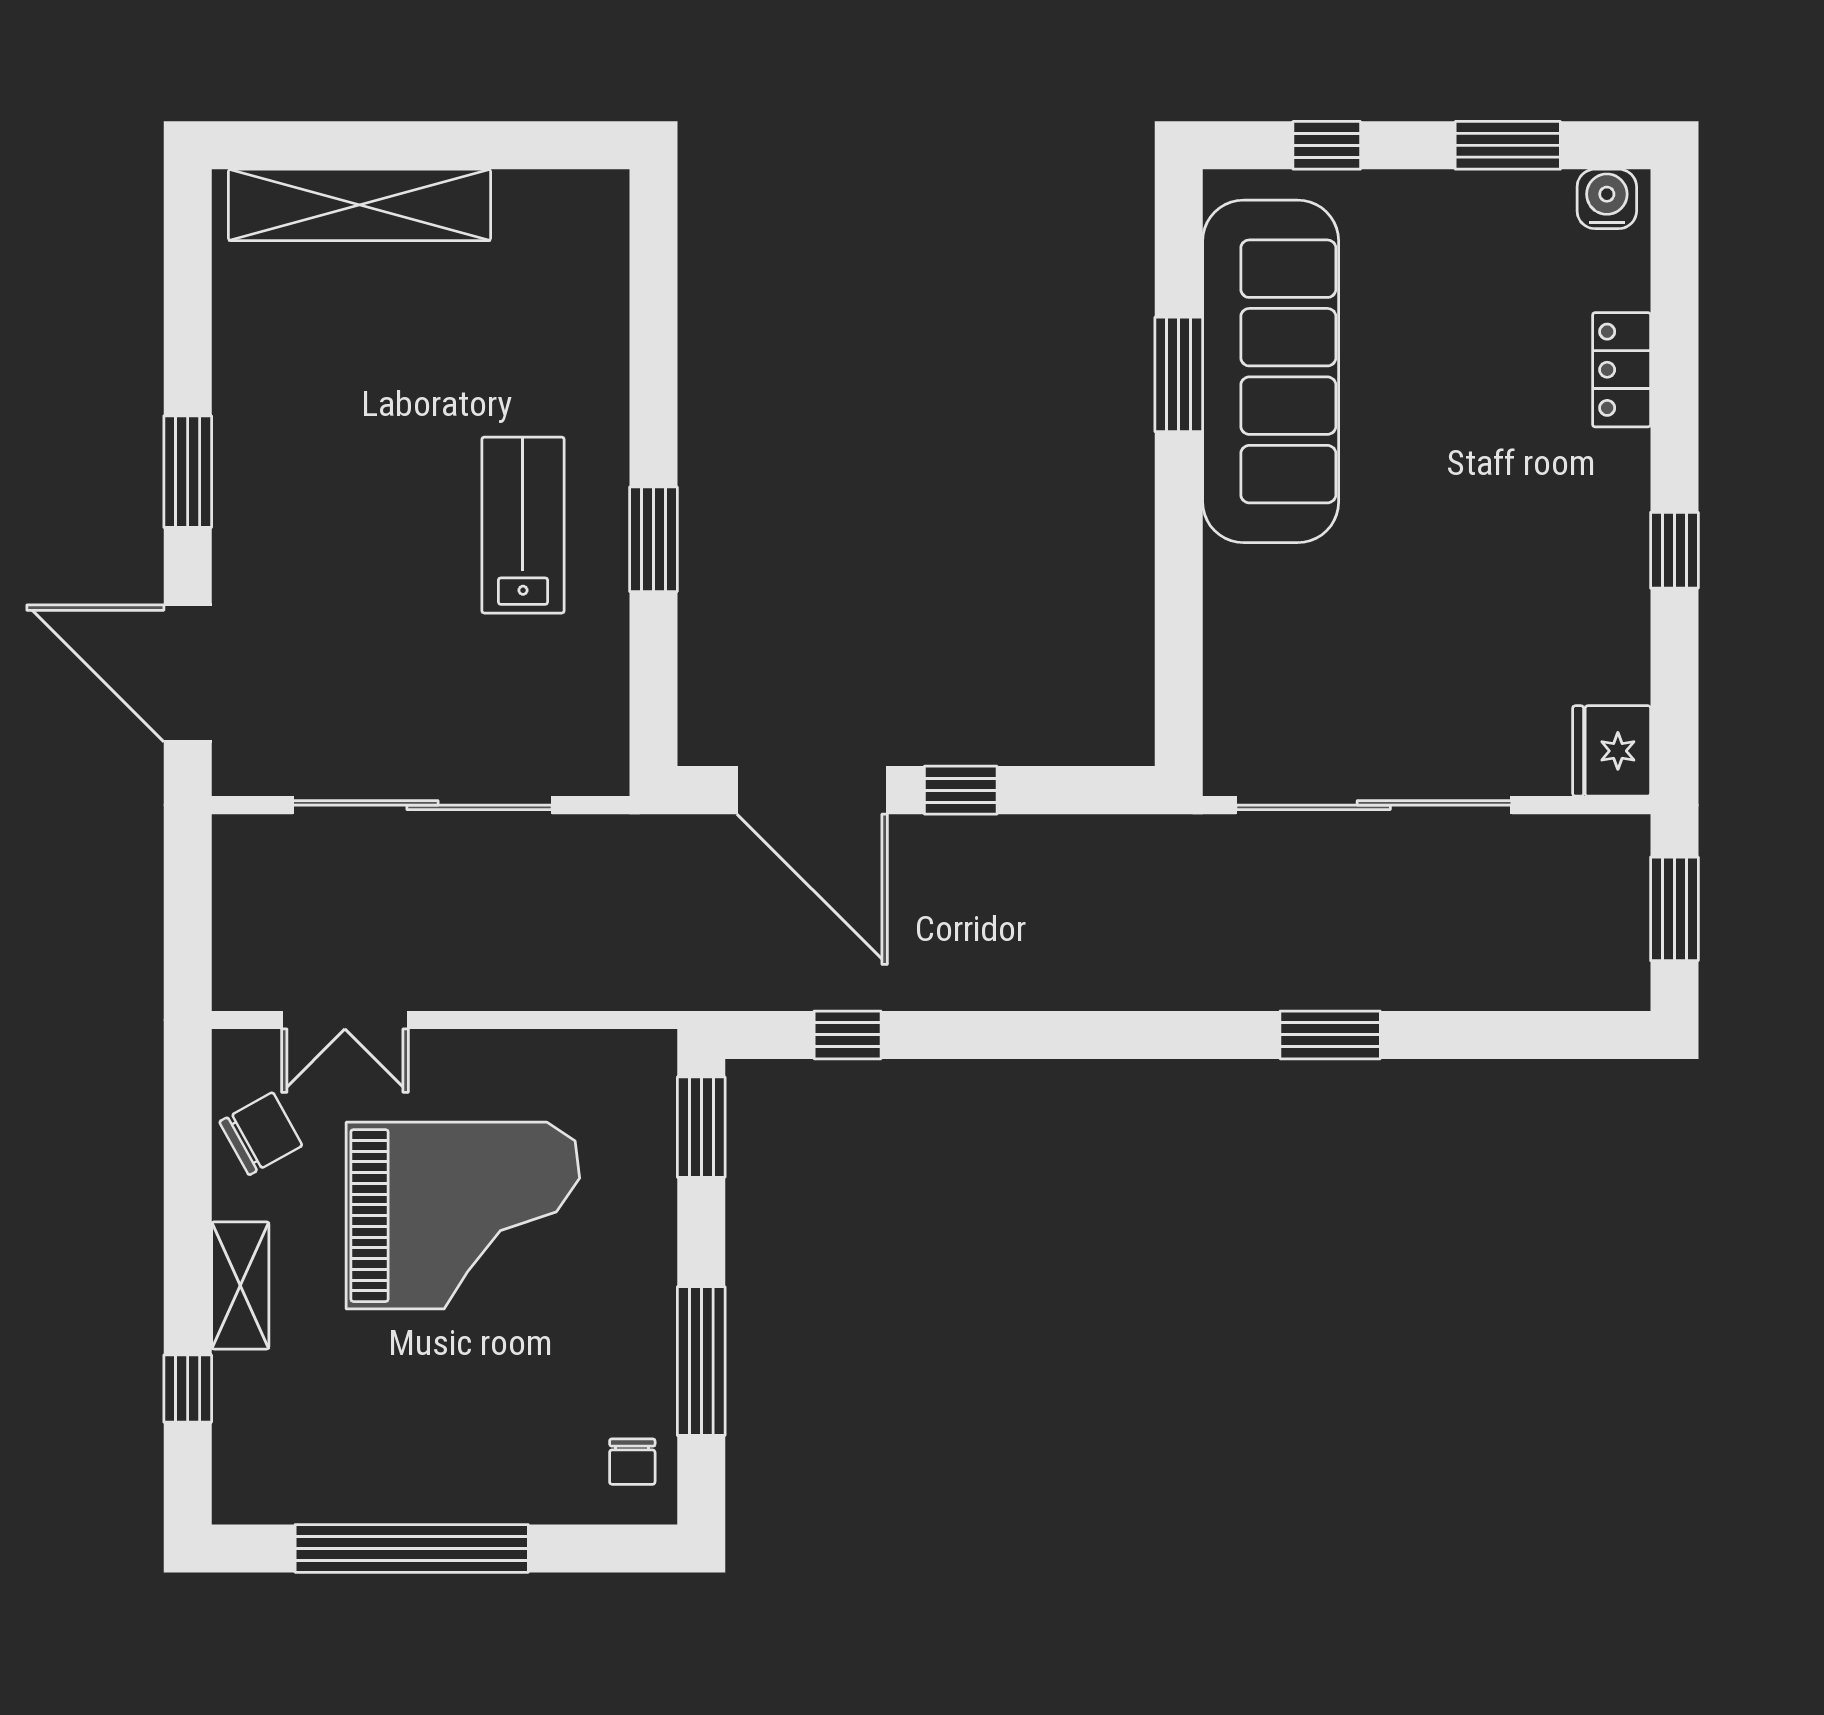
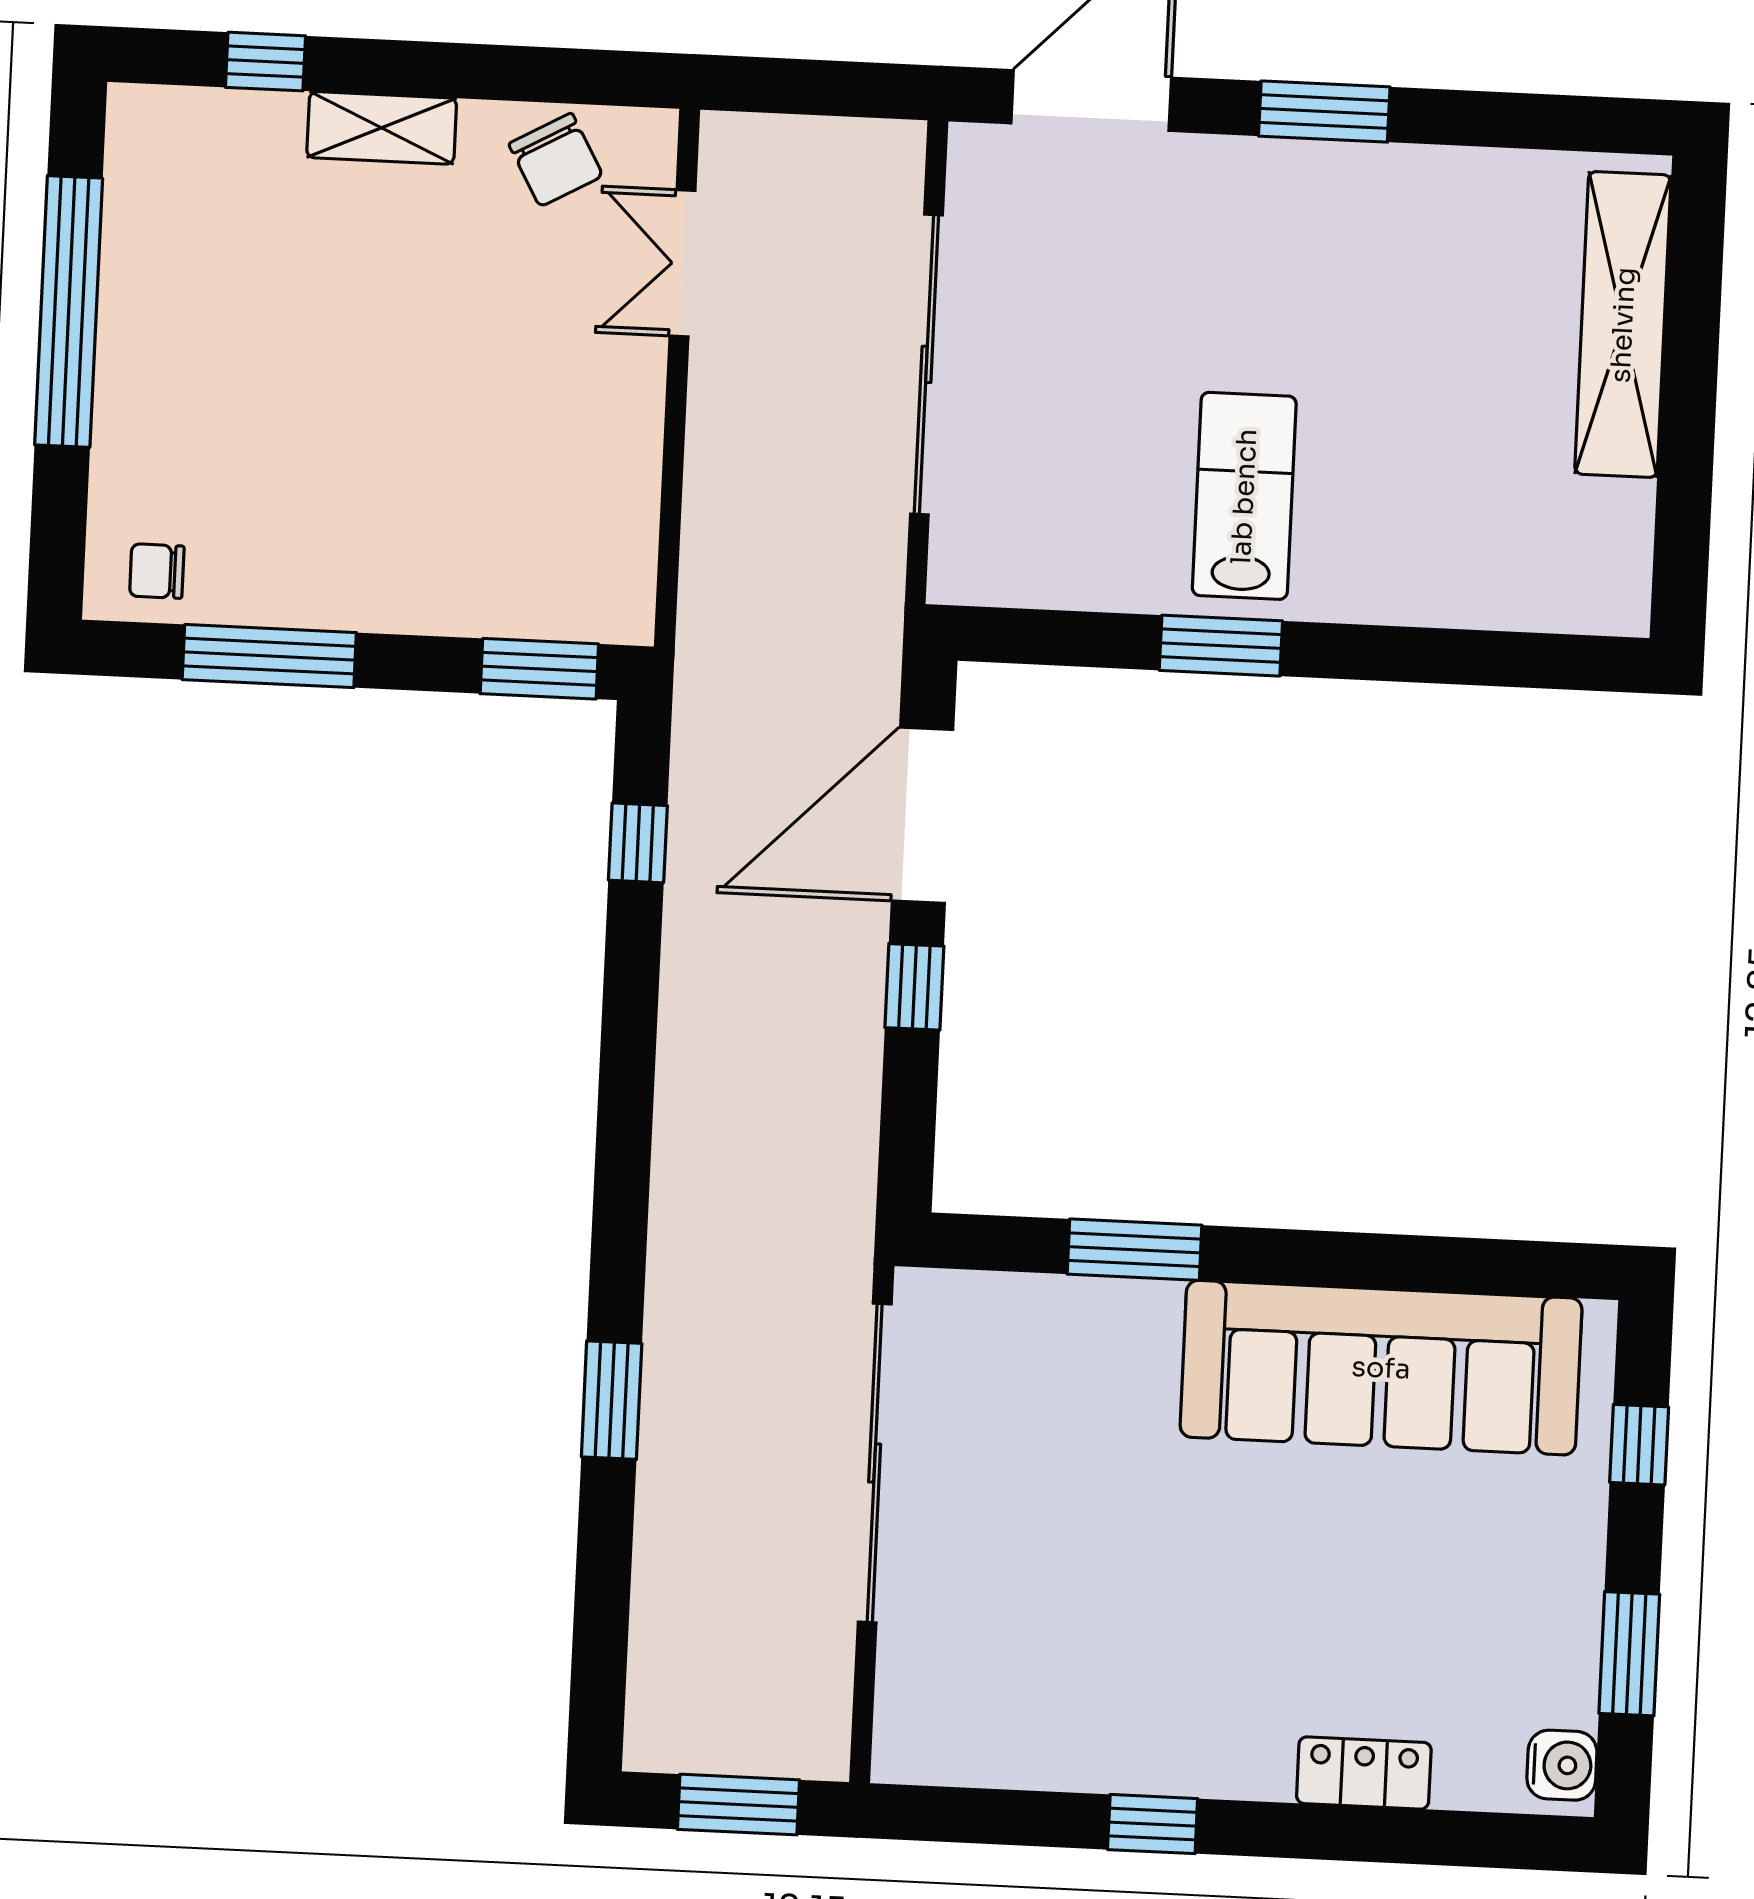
window: (1179, 374) -> (1135, 1250), moved
lab bench: (523, 525) -> (1244, 496), turned -90
fridge: (1612, 751) -> (924, 1741), removed
grand piano: (463, 1216) -> (450, 389), removed

